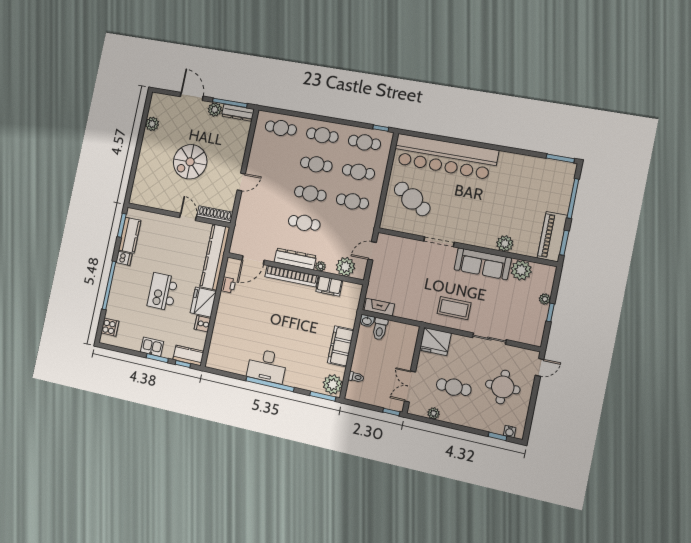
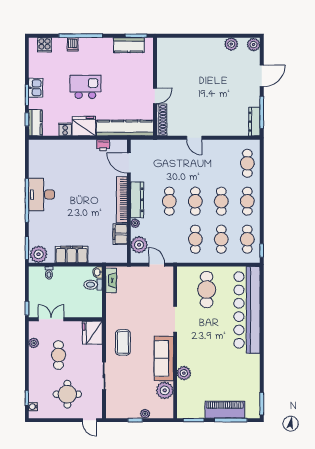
plant: (215, 110) -> (254, 45), moved
spiral stairs: (190, 162) -> (204, 87), removed
cafe table: (412, 199) -> (207, 290), turned -32
piano: (552, 237) -> (225, 410), moved
dishwasher: (124, 258) -> (73, 44), moved

